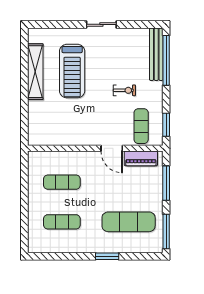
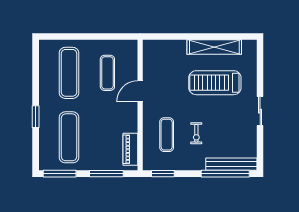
exercise mat: (141, 126) -> (167, 135), moved, turned 90
door: (112, 148) -> (140, 91), moved
exercise mat: (62, 222) -> (69, 73), width x1.36, depth x1.45

